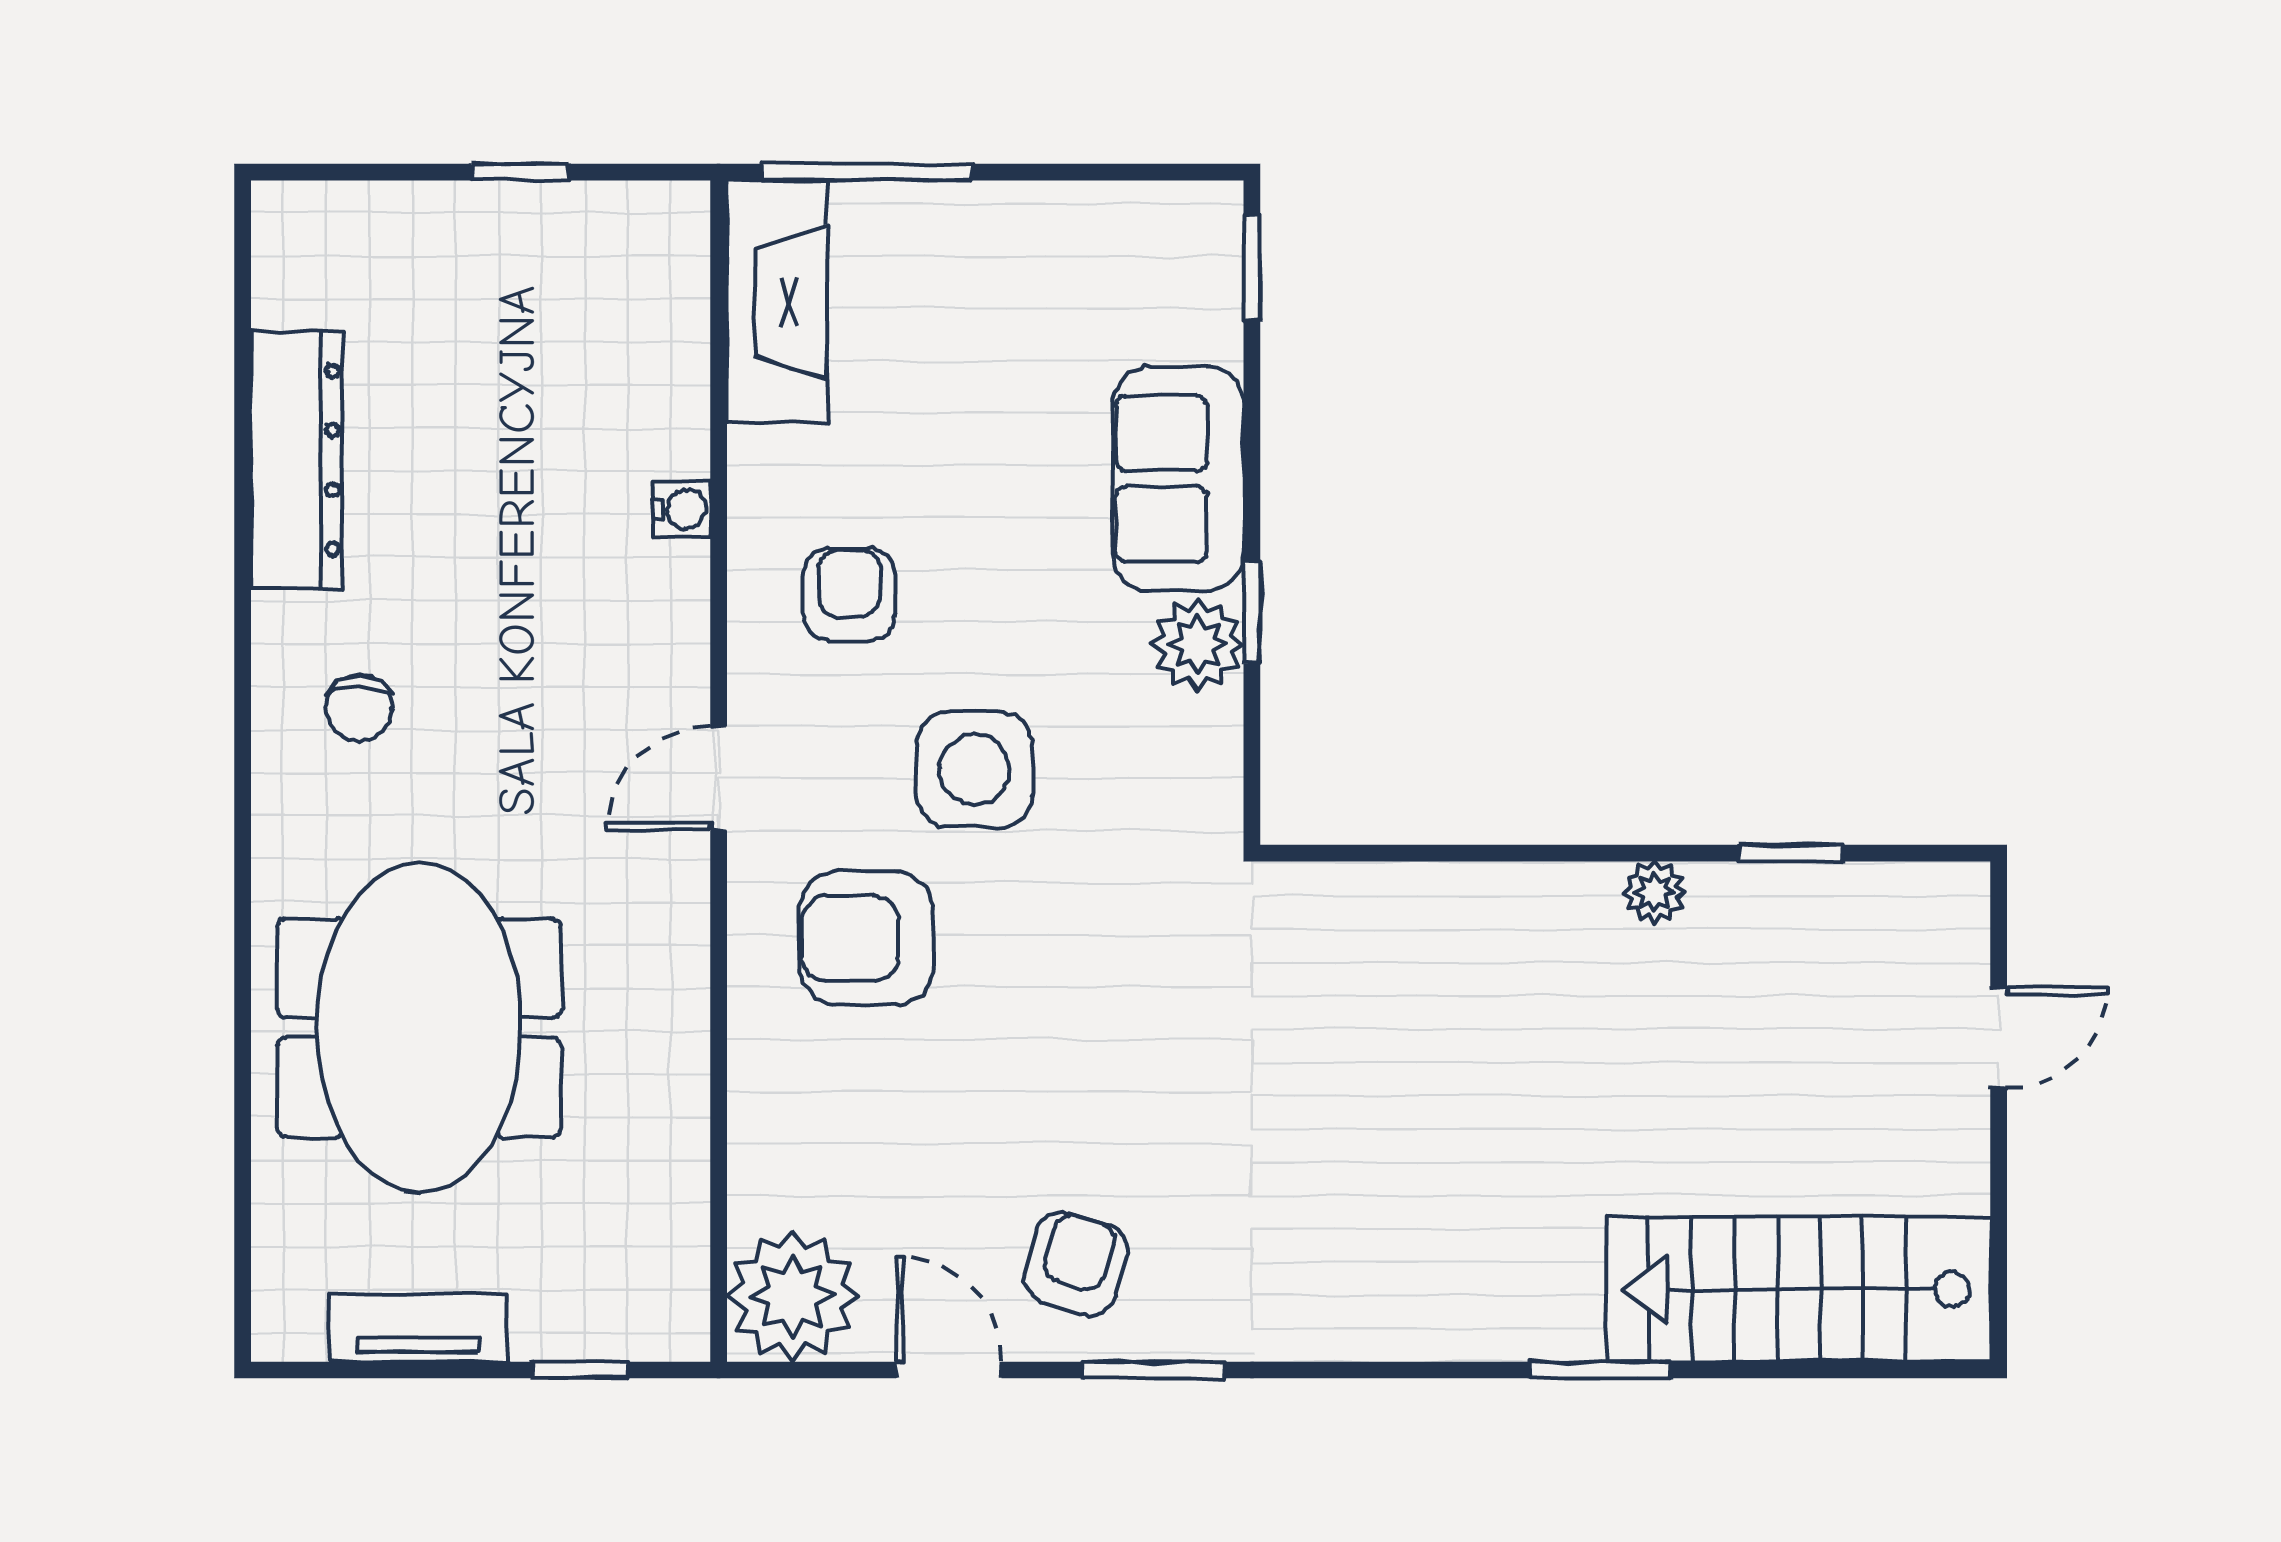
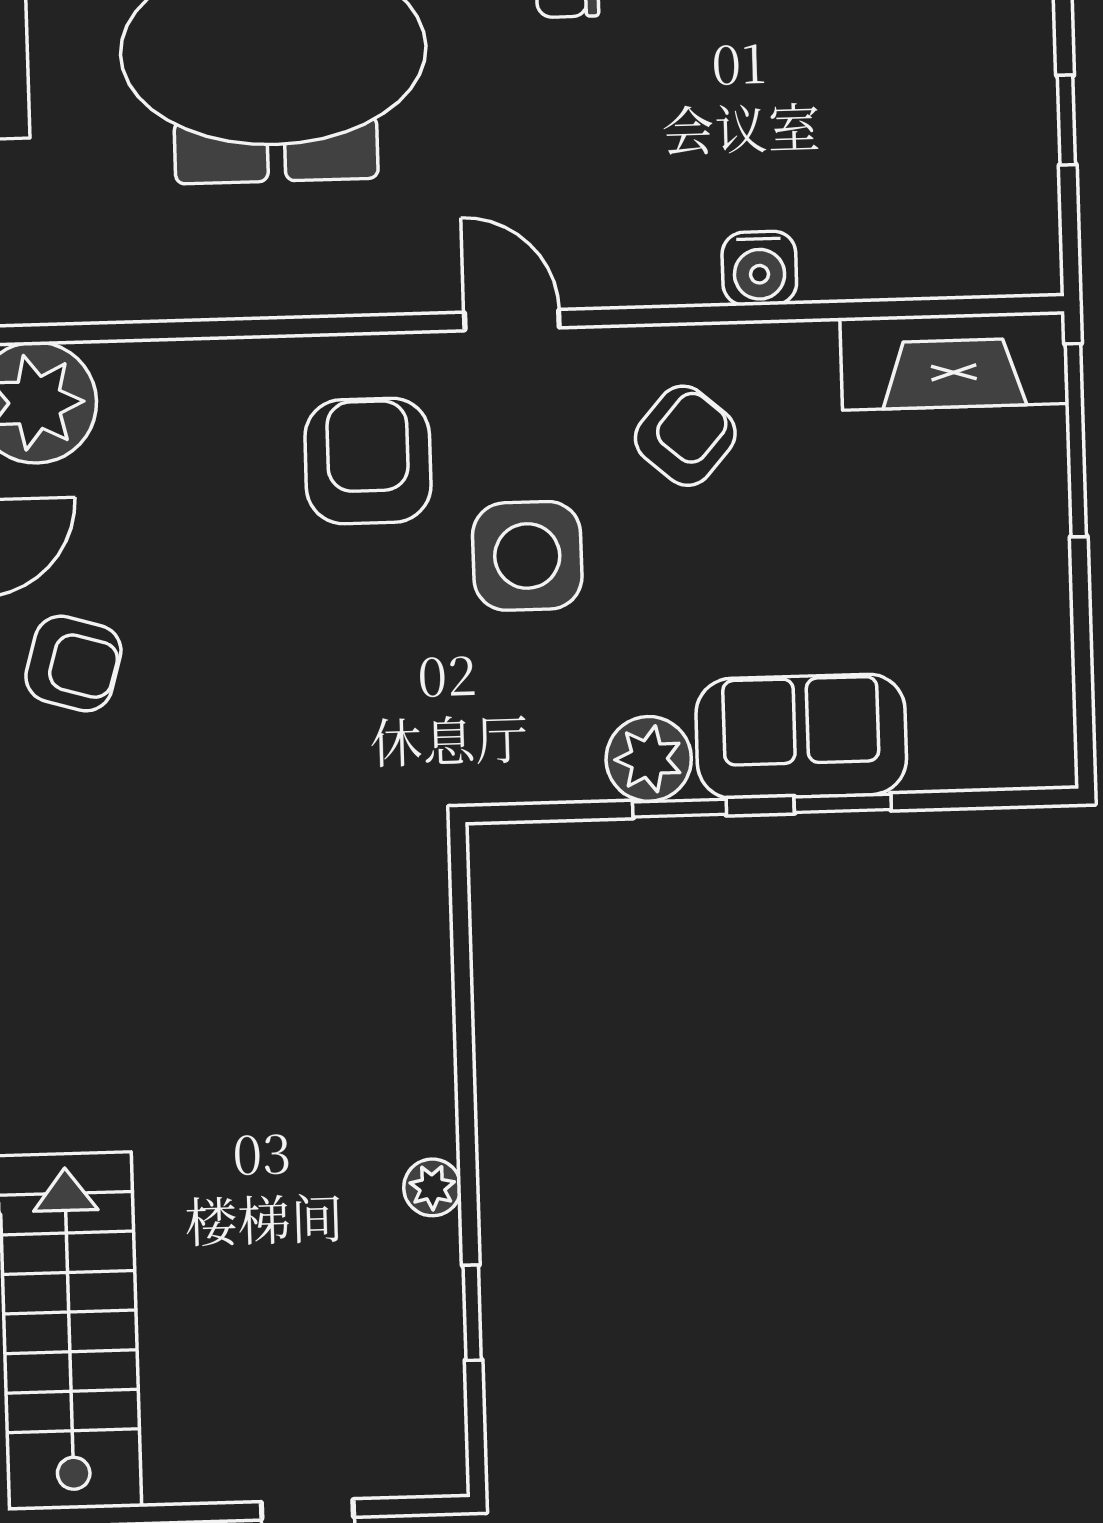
window: (1252, 268) -> (843, 803), moved
water cooler: (682, 509) -> (759, 268), width x1.38, depth x1.38
armchair: (849, 594) -> (685, 436), turned -49

